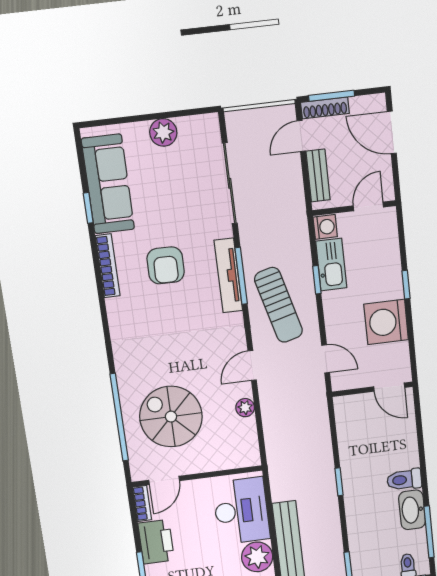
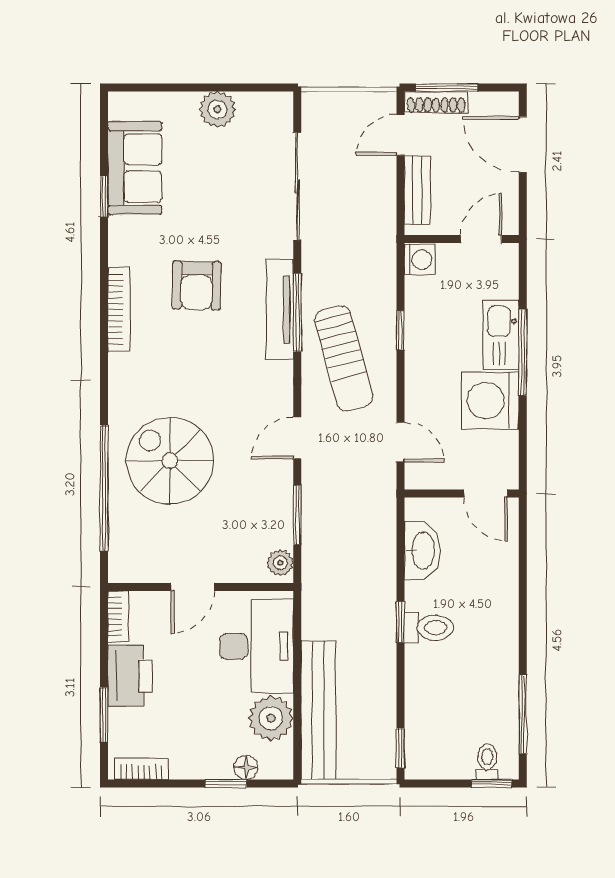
sofa: (108, 184) -> (135, 168), width x0.73
kitchen sink: (331, 265) -> (501, 335), moved, turned 180
bookcase: (108, 266) -> (119, 309), moved
window: (406, 285) -> (523, 352), width x2.17
plant: (245, 408) -> (280, 563), moved
spiral stairs: (171, 417) -> (170, 461), moved
window: (259, 419) -> (297, 515), added
door: (164, 480) -> (193, 587), moved
toilet: (404, 480) -> (429, 628), moved, turned 180
washbasin: (412, 510) -> (422, 551), moved, turned 180

